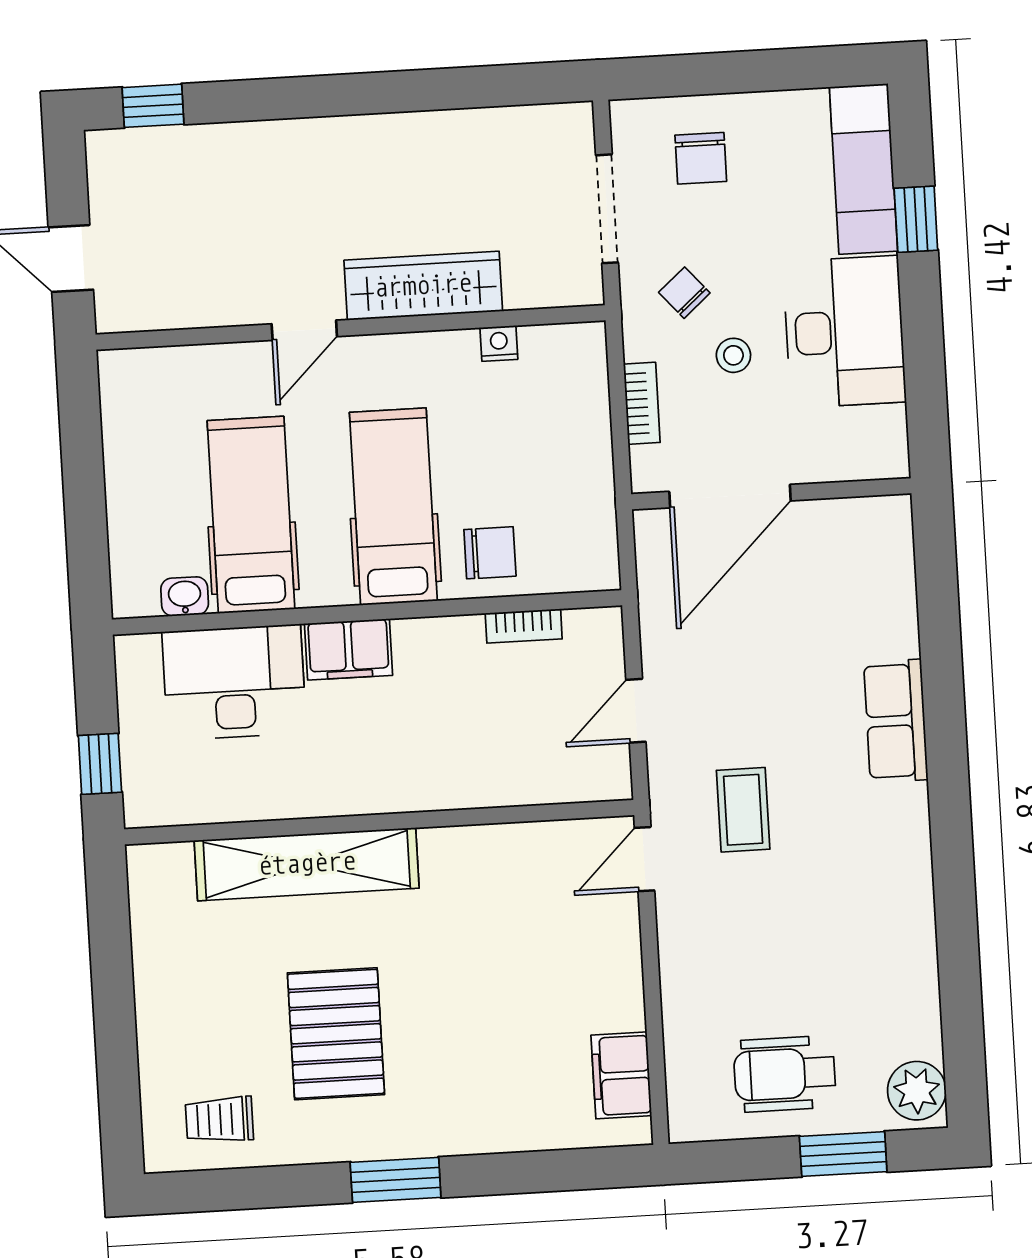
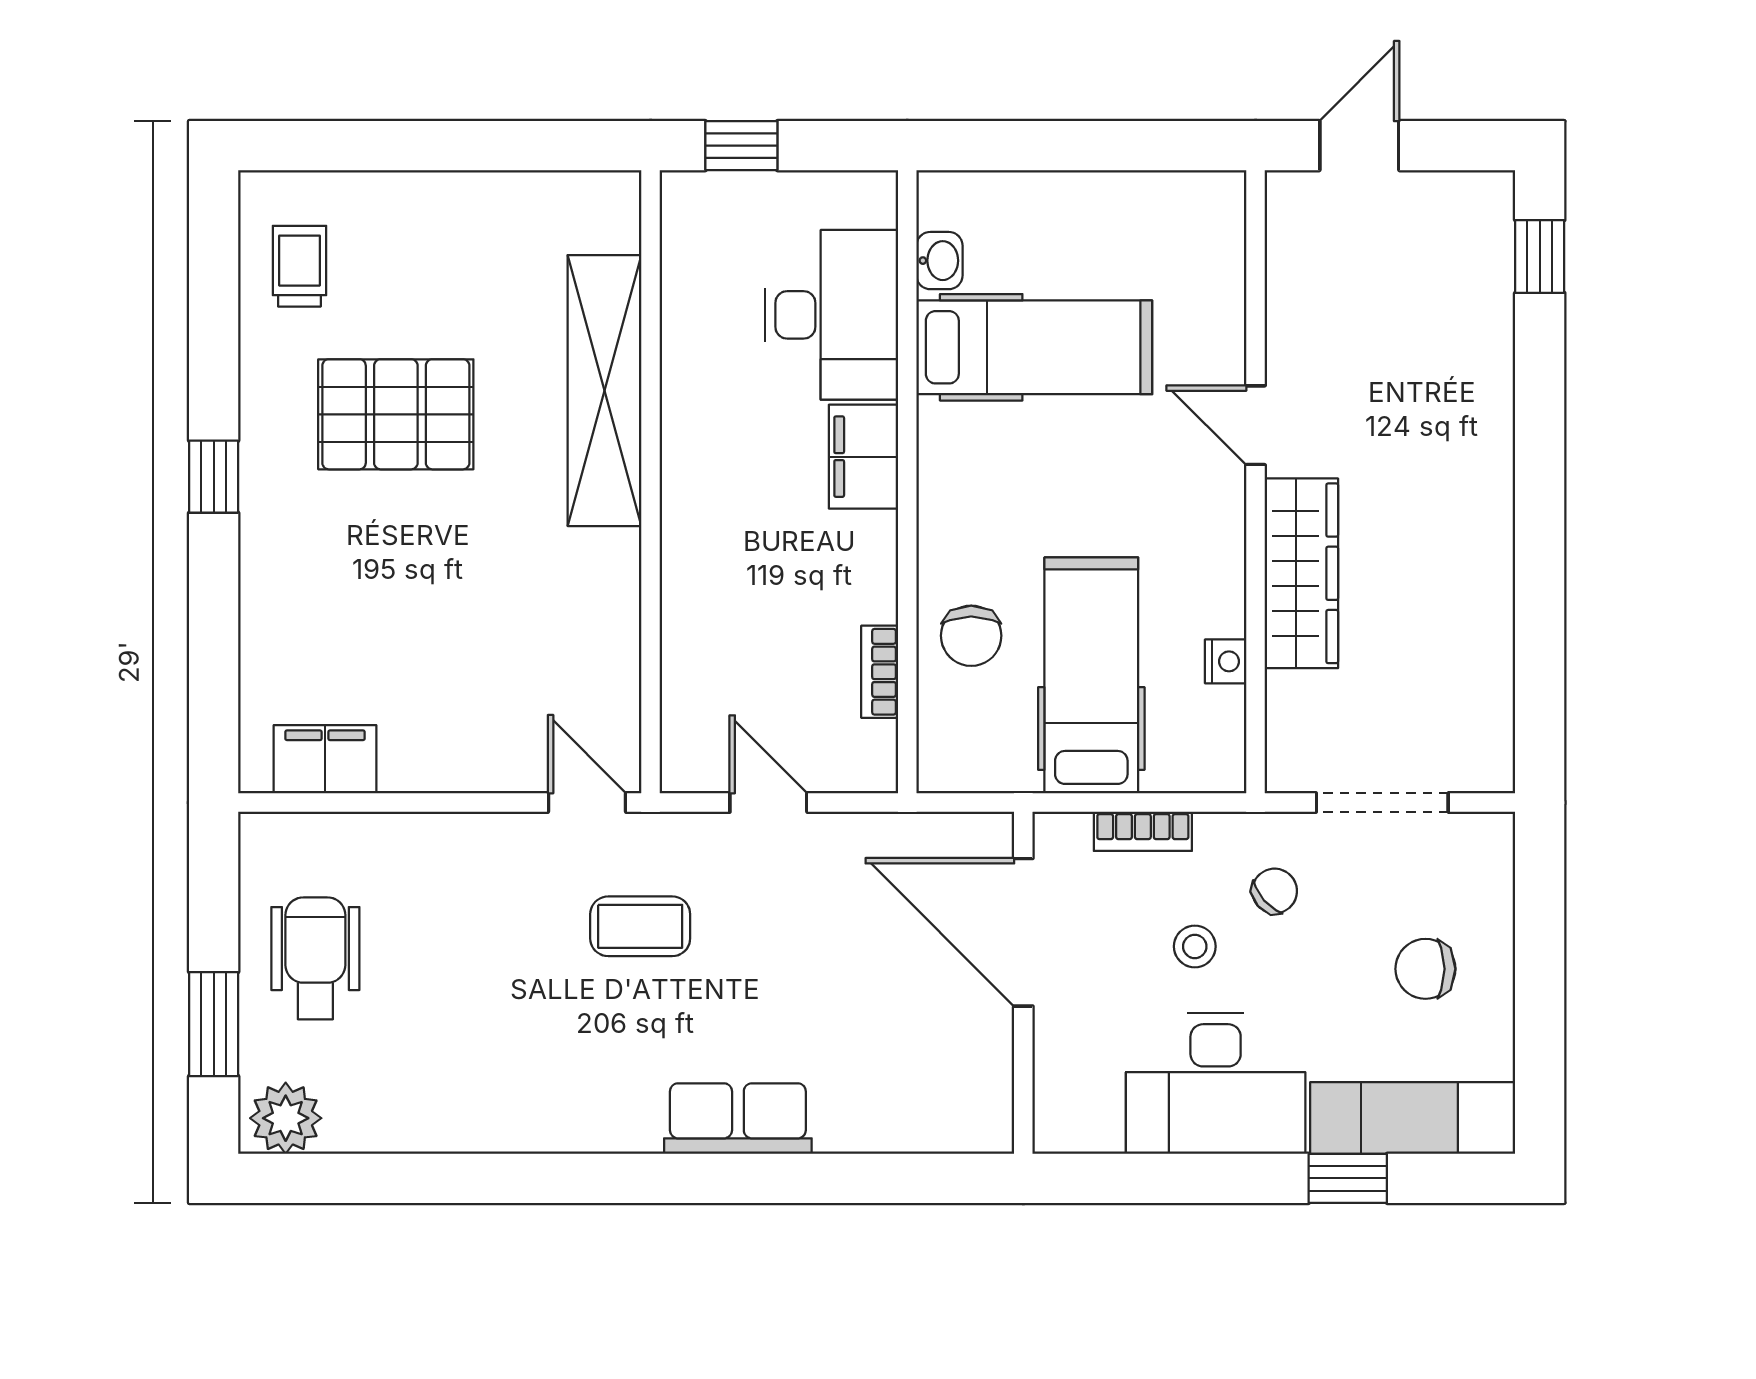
chair: (701, 158) -> (1425, 969), moved
hospital bed: (393, 507) -> (1091, 675), moved, turned -90
window: (396, 1180) -> (214, 477), width x0.67

